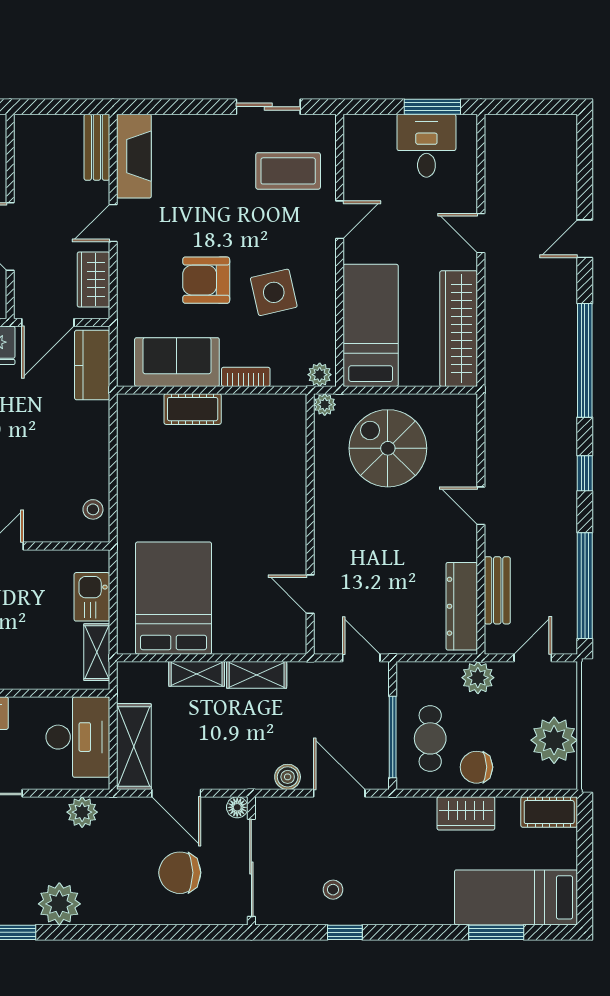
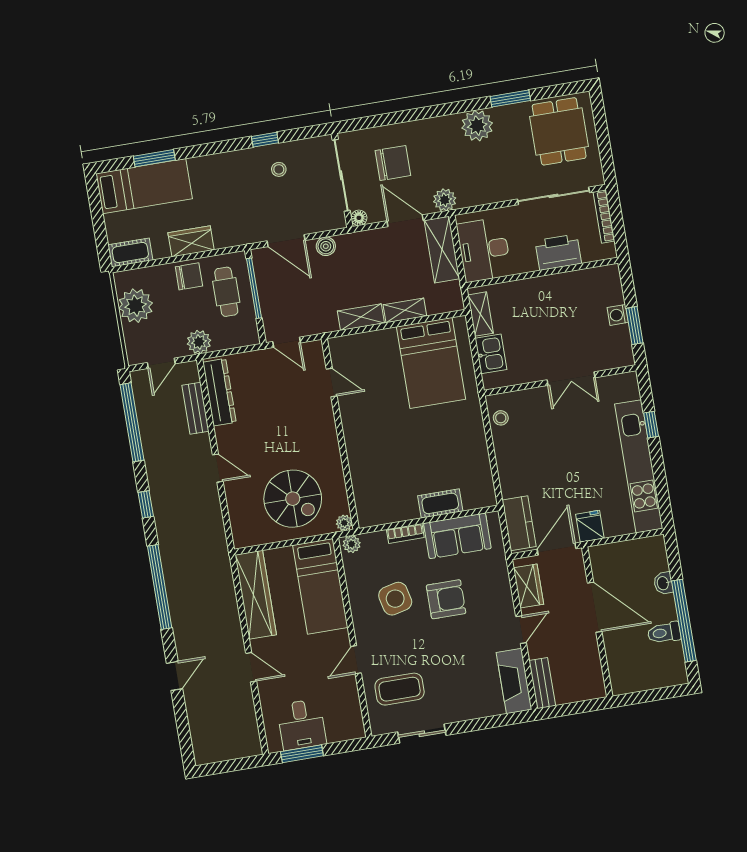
plant: (82, 812) -> (445, 200), moved

